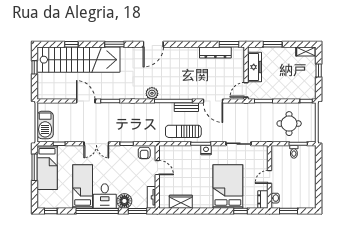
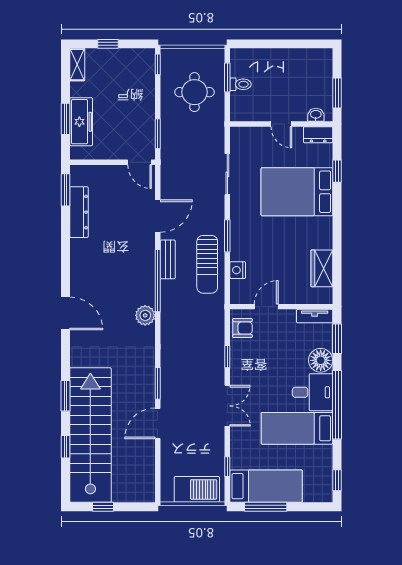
window: (114, 44) -> (65, 396), moved
freezer: (255, 67) -> (81, 122), moved, turned 90
nightstand: (206, 150) -> (238, 270), moved

